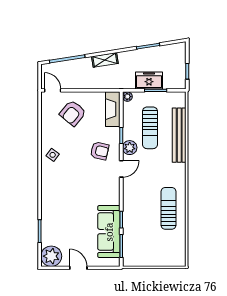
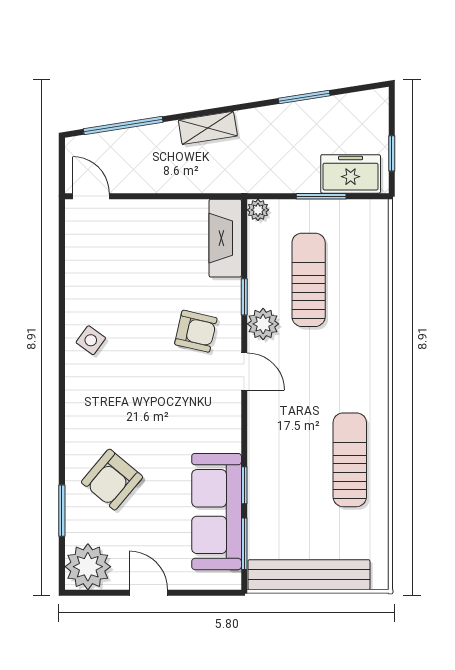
freezer: (149, 80) -> (351, 174), moved
armchair: (73, 113) -> (112, 480), moved
sun lounger: (150, 128) -> (309, 280), turned 180
bench: (179, 135) -> (309, 575), moved, turned 90
door: (121, 169) -> (244, 371), hinge flipped

